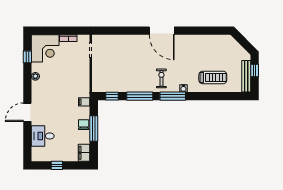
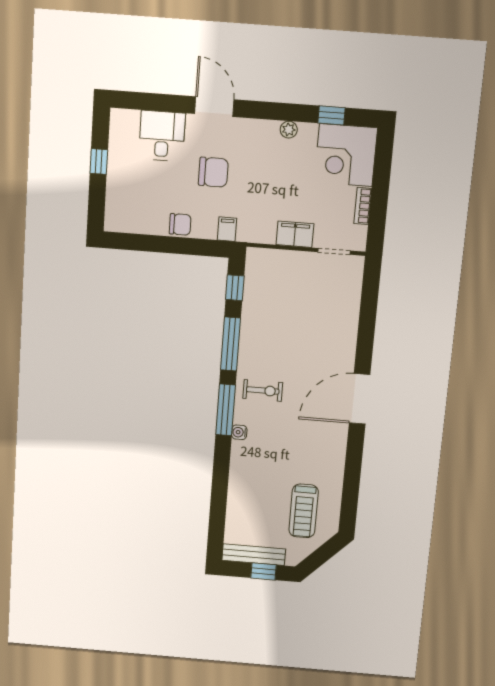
treadmill: (213, 77) -> (304, 511), moved
chair: (58, 110) -> (213, 172), added
window: (94, 128) -> (171, 245), removed
filing cabinet: (84, 153) -> (295, 234), moved

